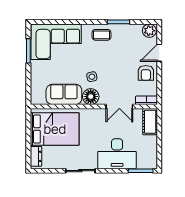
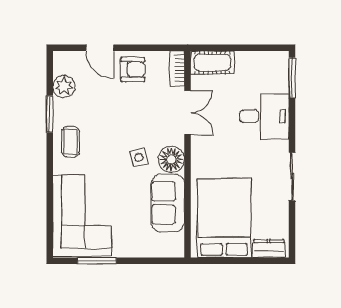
plant: (149, 31) -> (64, 86), moved
desk: (117, 154) -> (264, 116), width x0.73

